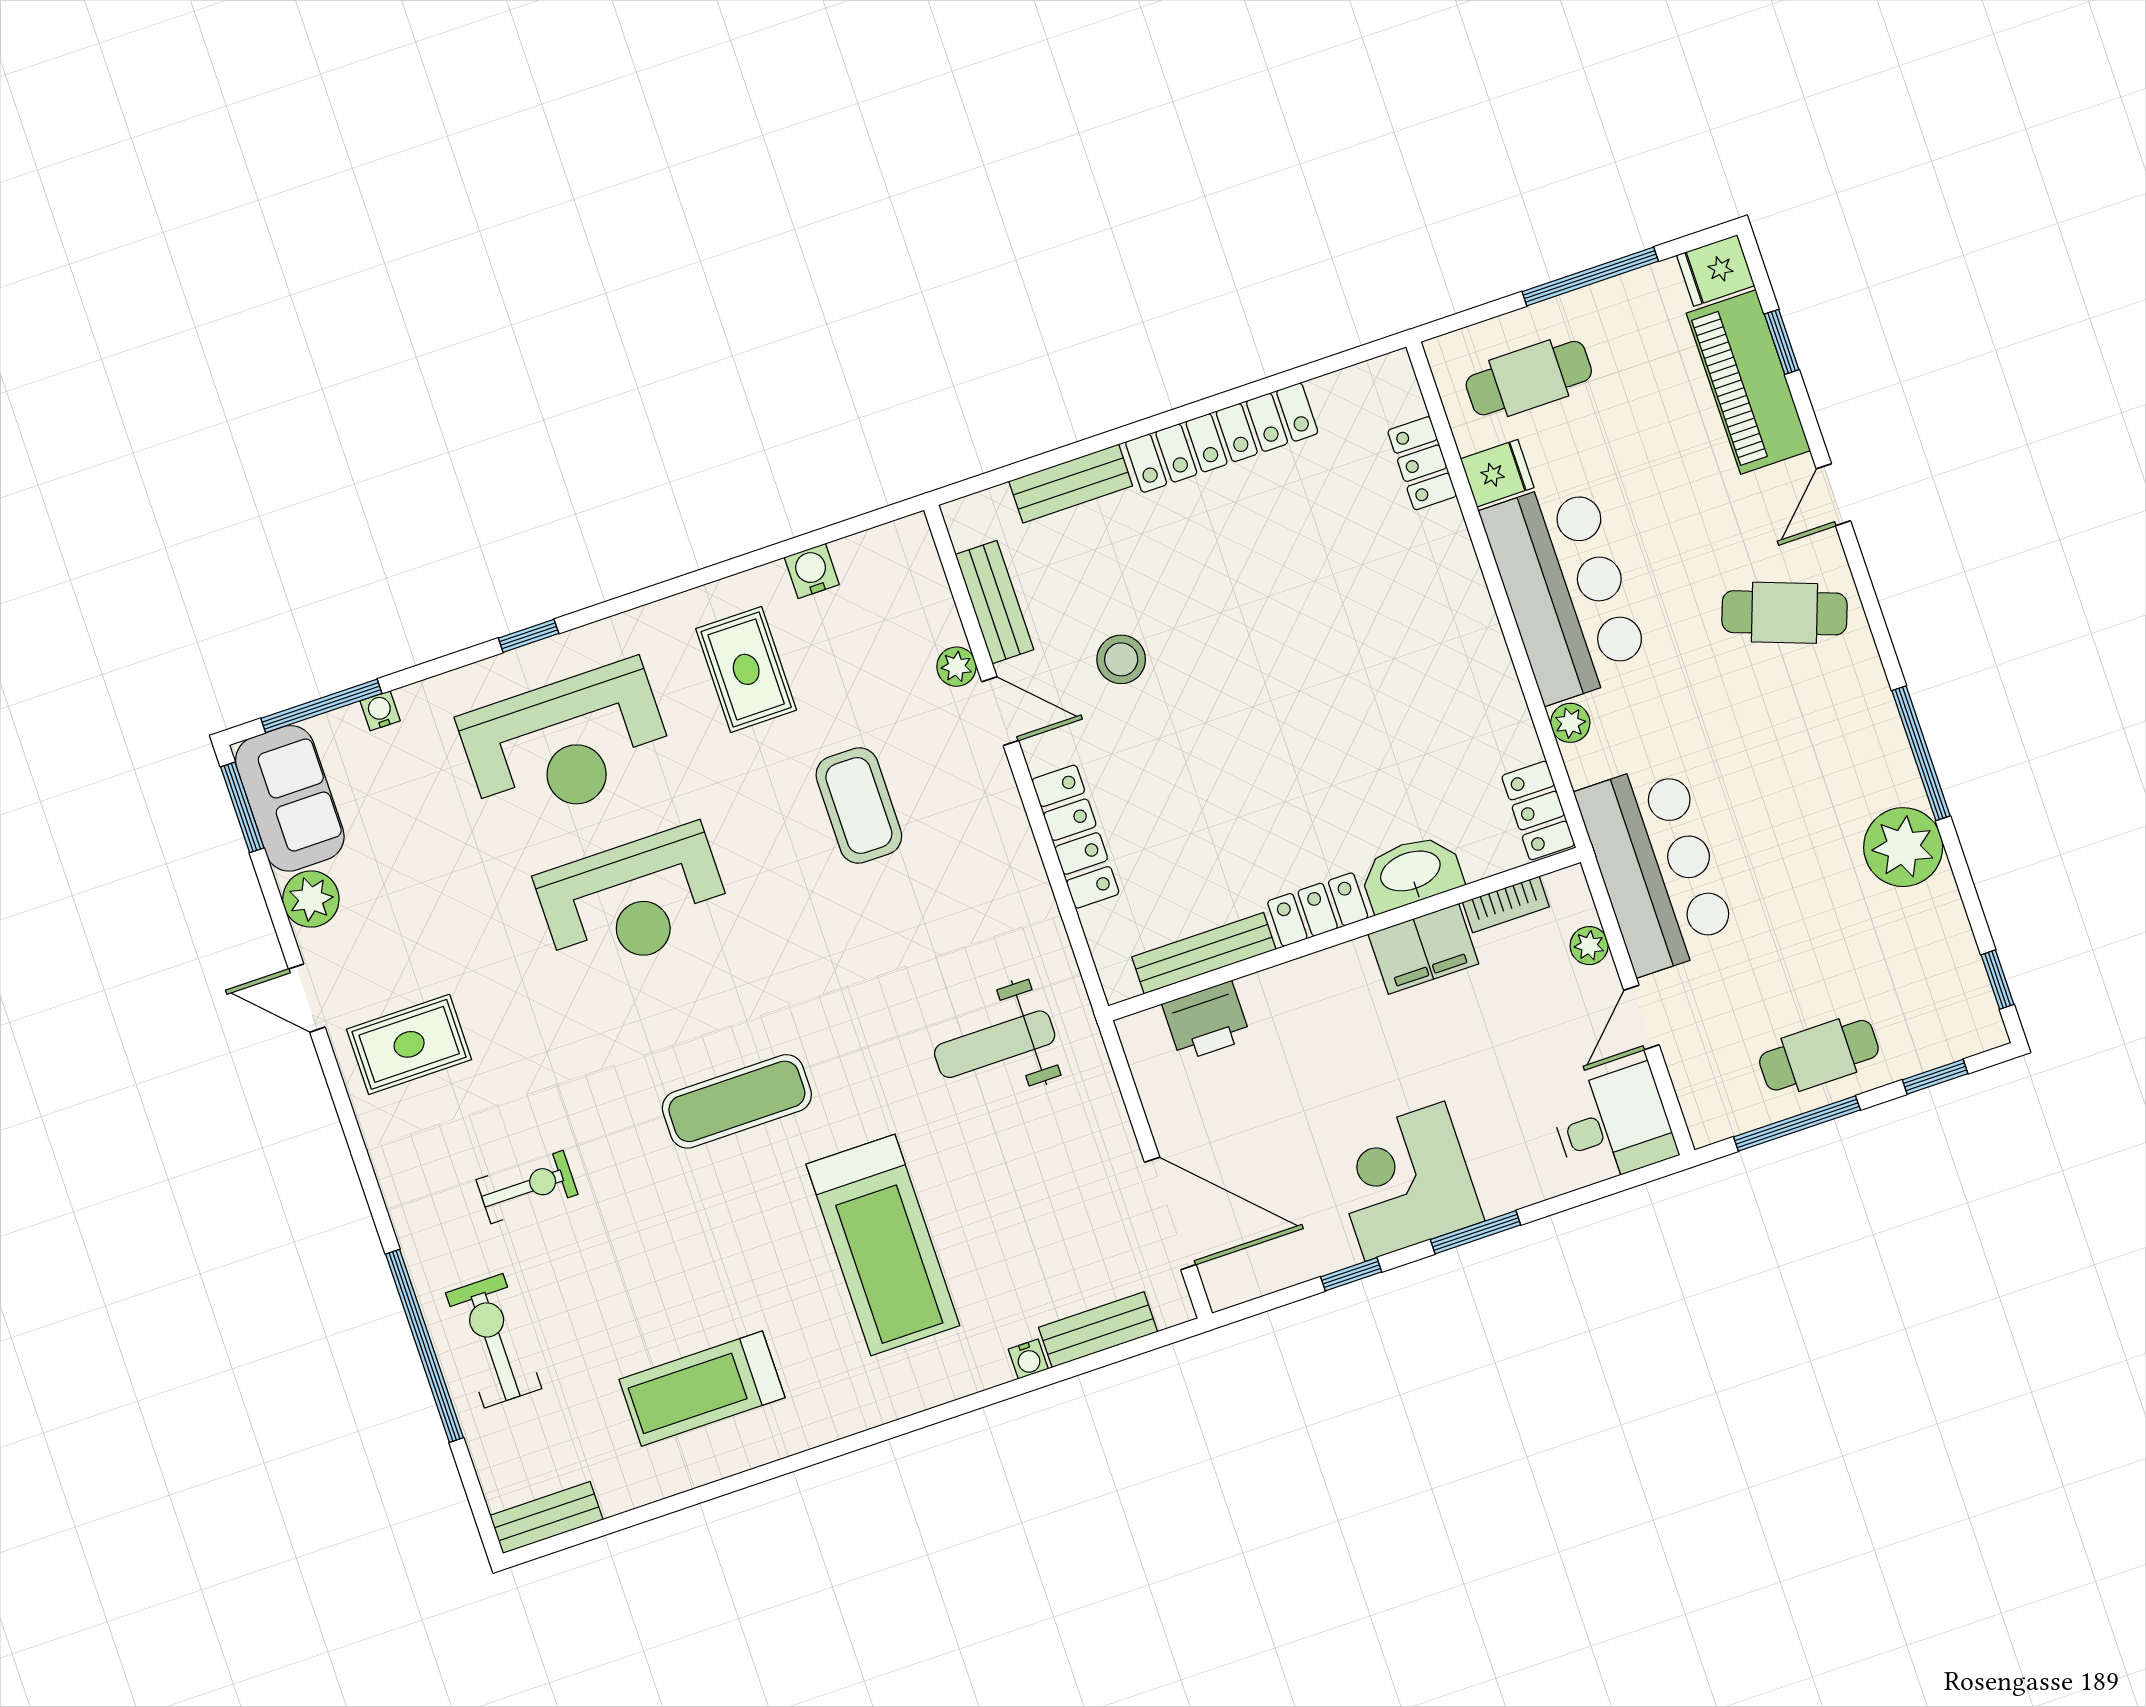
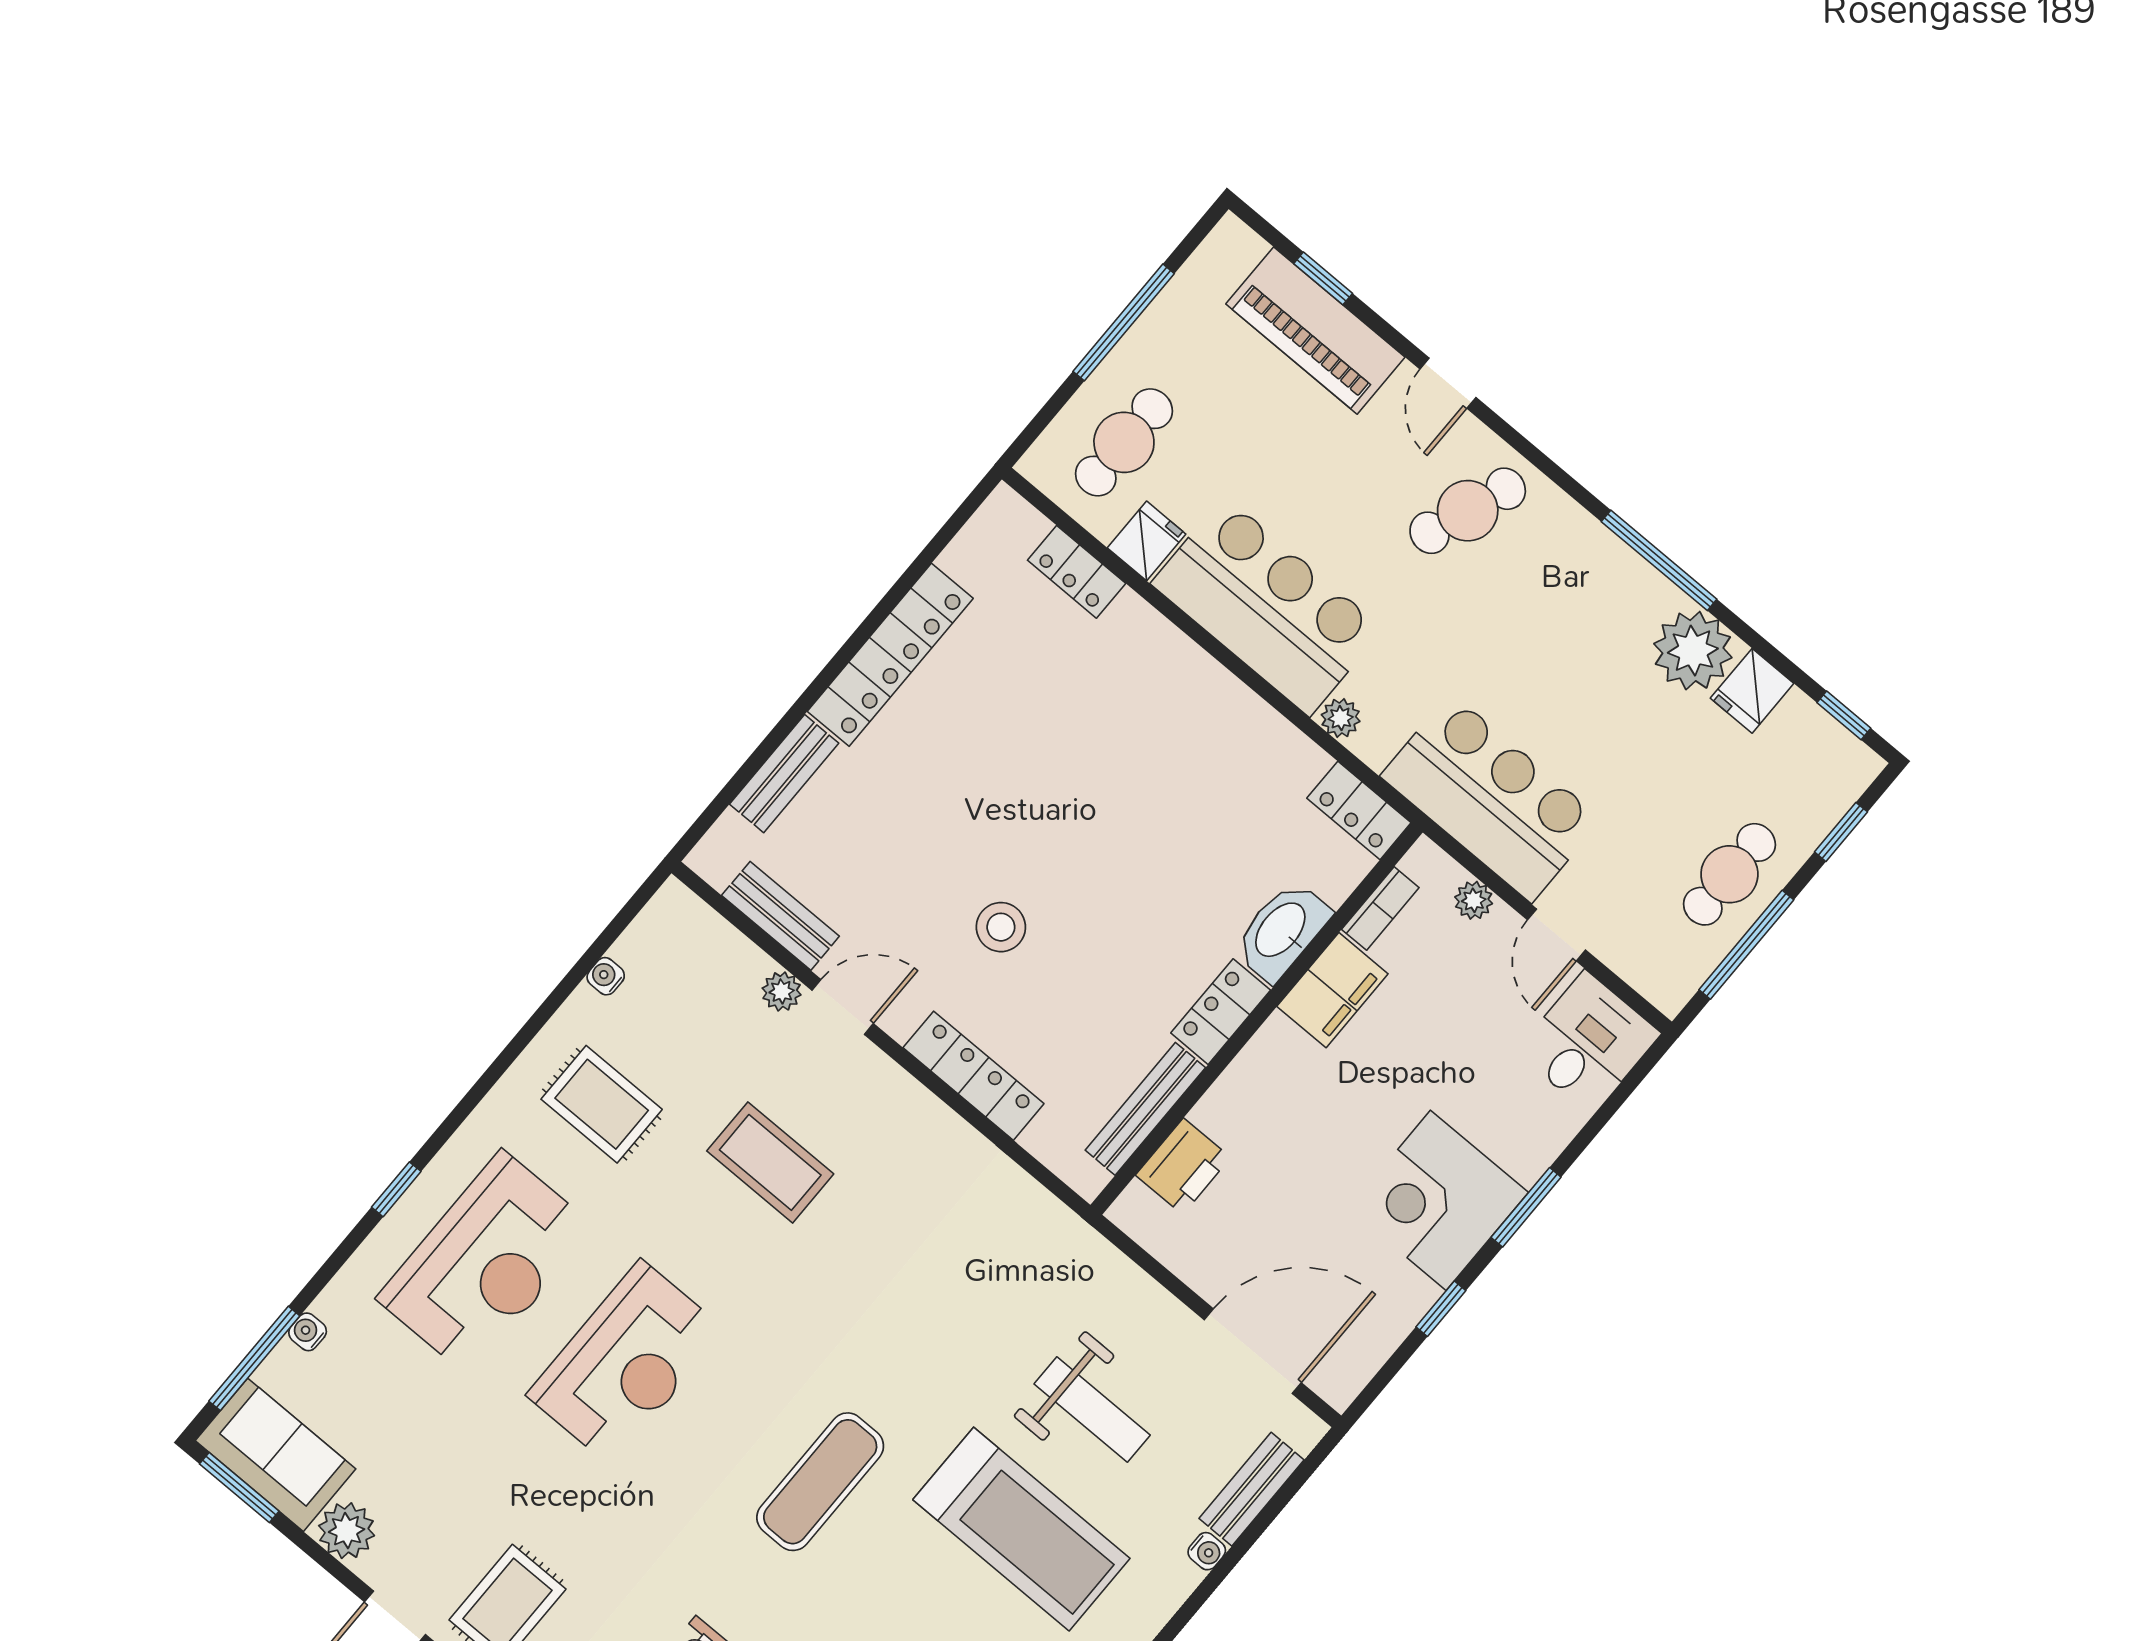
fridge: (1716, 270) -> (1752, 691), moved
water cooler: (812, 571) -> (606, 976), width x0.72, depth x0.72
stool: (1121, 659) -> (1001, 927), moved
weight bench: (995, 1044) -> (1092, 1410), moved, turned -90

